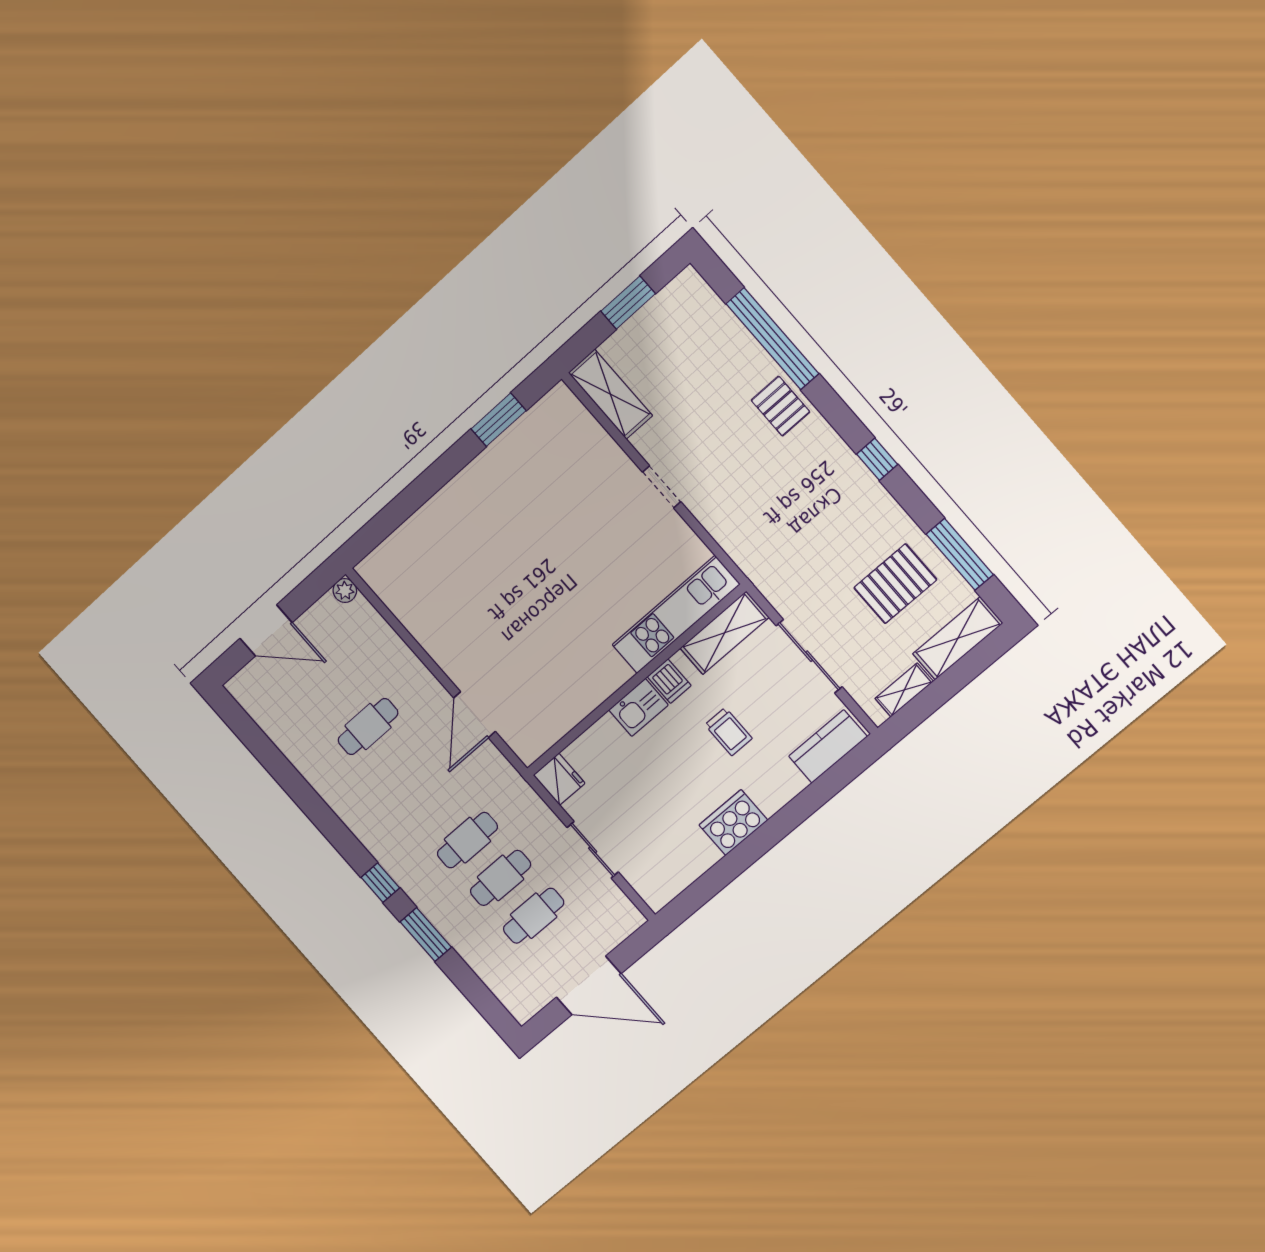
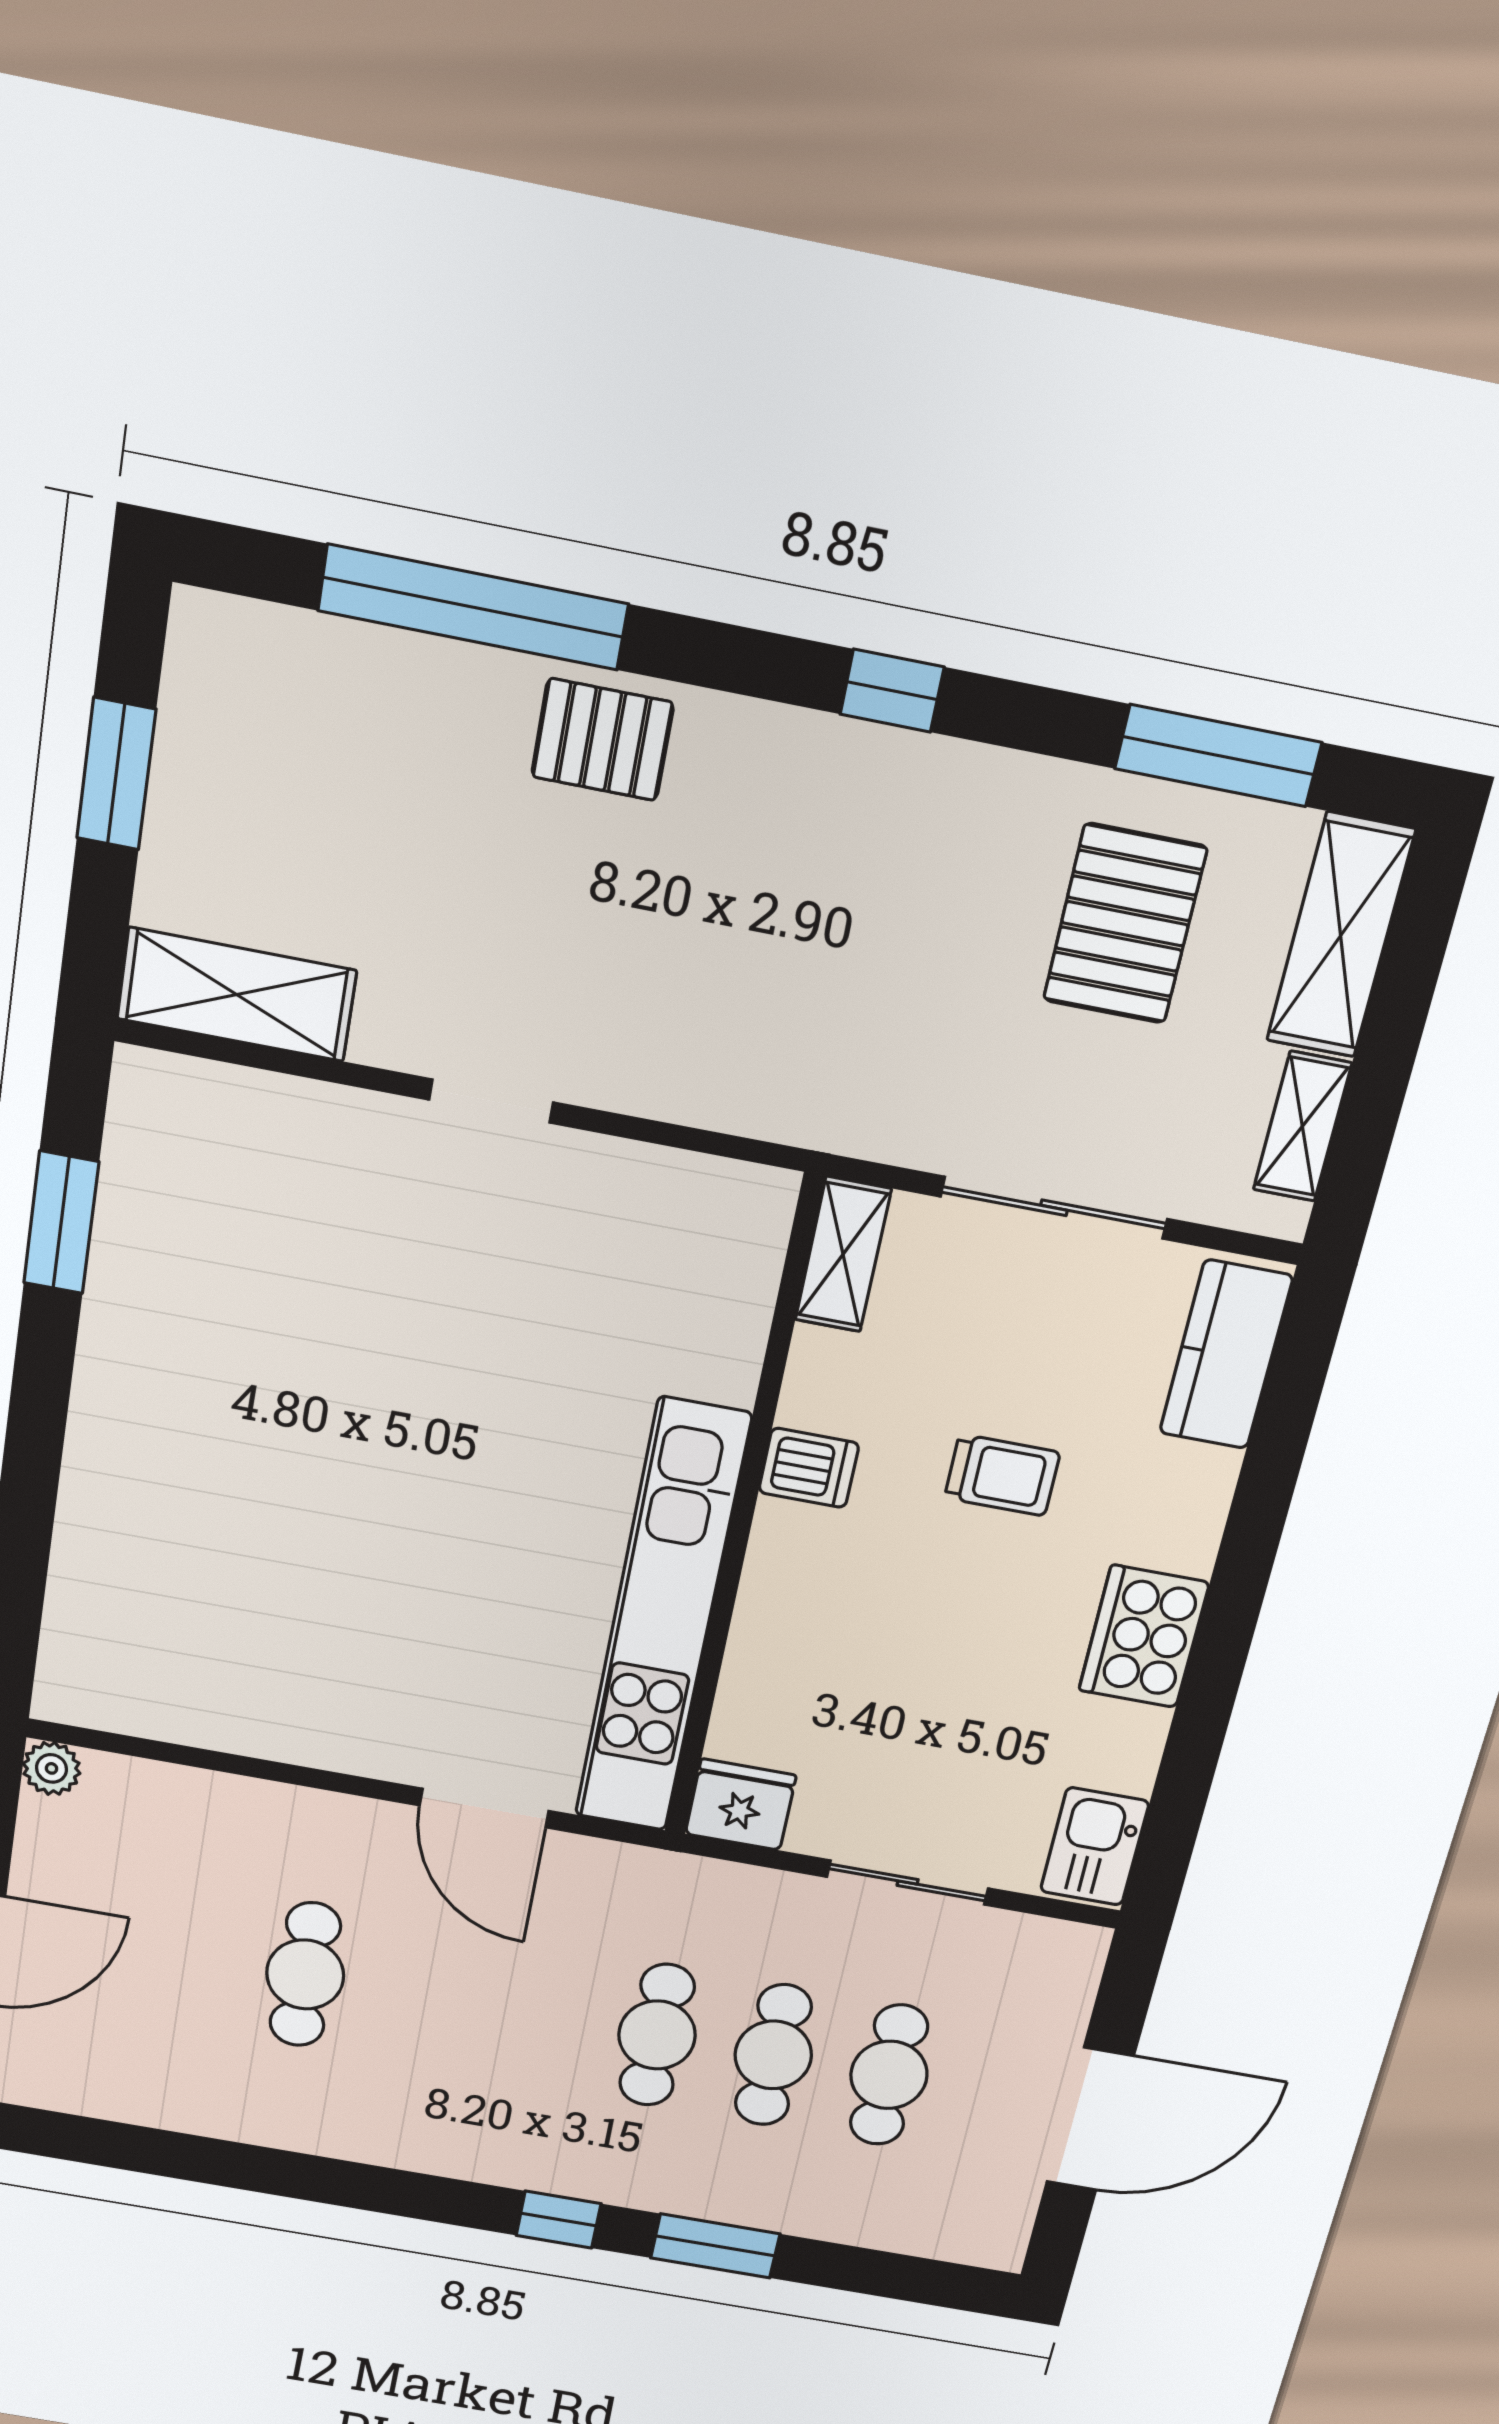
kitchen unit: (676, 615) -> (662, 1619), moved, width x1.36
shelving: (724, 633) -> (843, 1254), width x0.67, depth x0.75
kitchen sink: (638, 707) -> (1095, 1846), moved, turned 180

